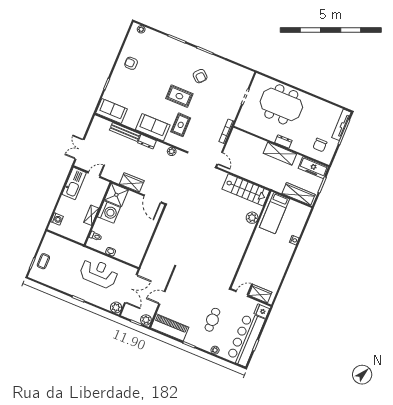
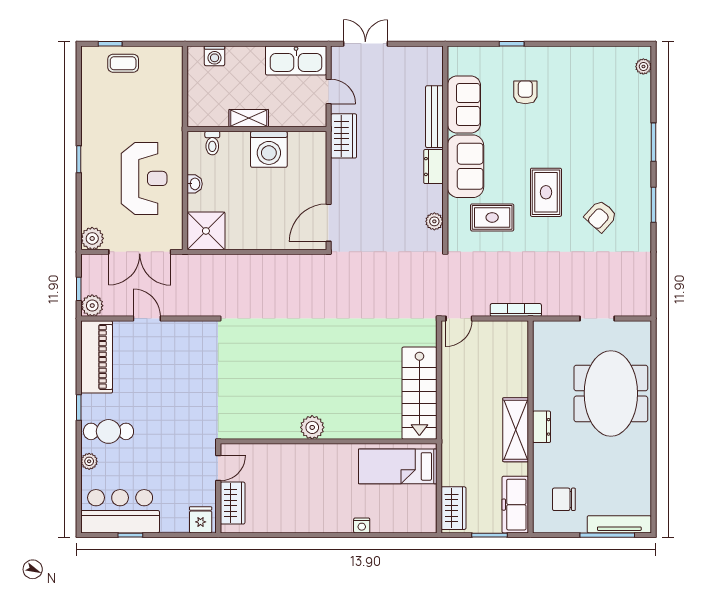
armchair: (131, 63) -> (525, 92), moved
sofa: (112, 111) -> (464, 105), moved
wardrobe: (132, 182) -> (344, 136), moved
wardrobe: (299, 194) -> (453, 508), width x0.67
shower: (116, 195) -> (206, 231), moved
plant: (252, 218) -> (312, 427), moved
door: (242, 294) -> (218, 468), hinge flipped
cafe table: (212, 320) -> (108, 431), moved
bar counter: (246, 339) -> (120, 511), width x0.73

